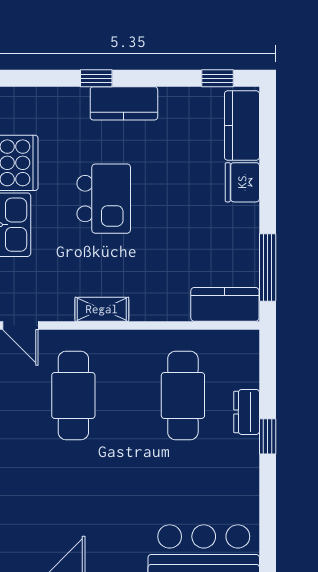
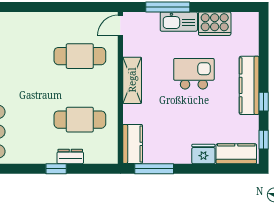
window: (96, 78) -> (264, 102), moved
kitchen counter: (124, 103) -> (249, 85), width x1.50
kitchen island: (104, 199) -> (194, 74), turned 180
shelving: (102, 309) -> (132, 80), width x1.50, depth x1.33

